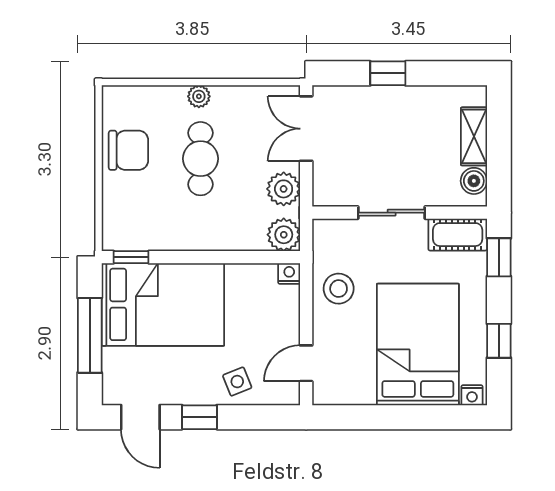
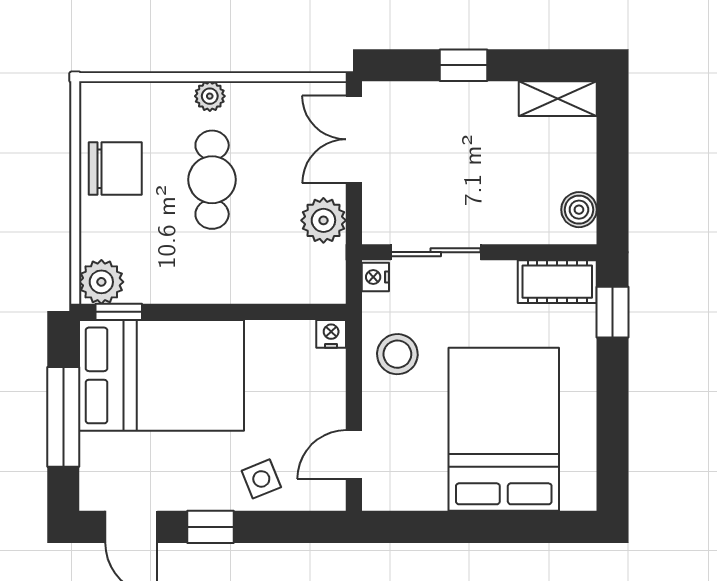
shelving: (474, 136) -> (558, 99), moved, turned 90
sliding door: (392, 213) -> (436, 252), moved
plant: (284, 235) -> (101, 282), moved
window: (499, 341) -> (613, 424), removed
nightstand: (472, 395) -> (375, 277), moved, turned 90

